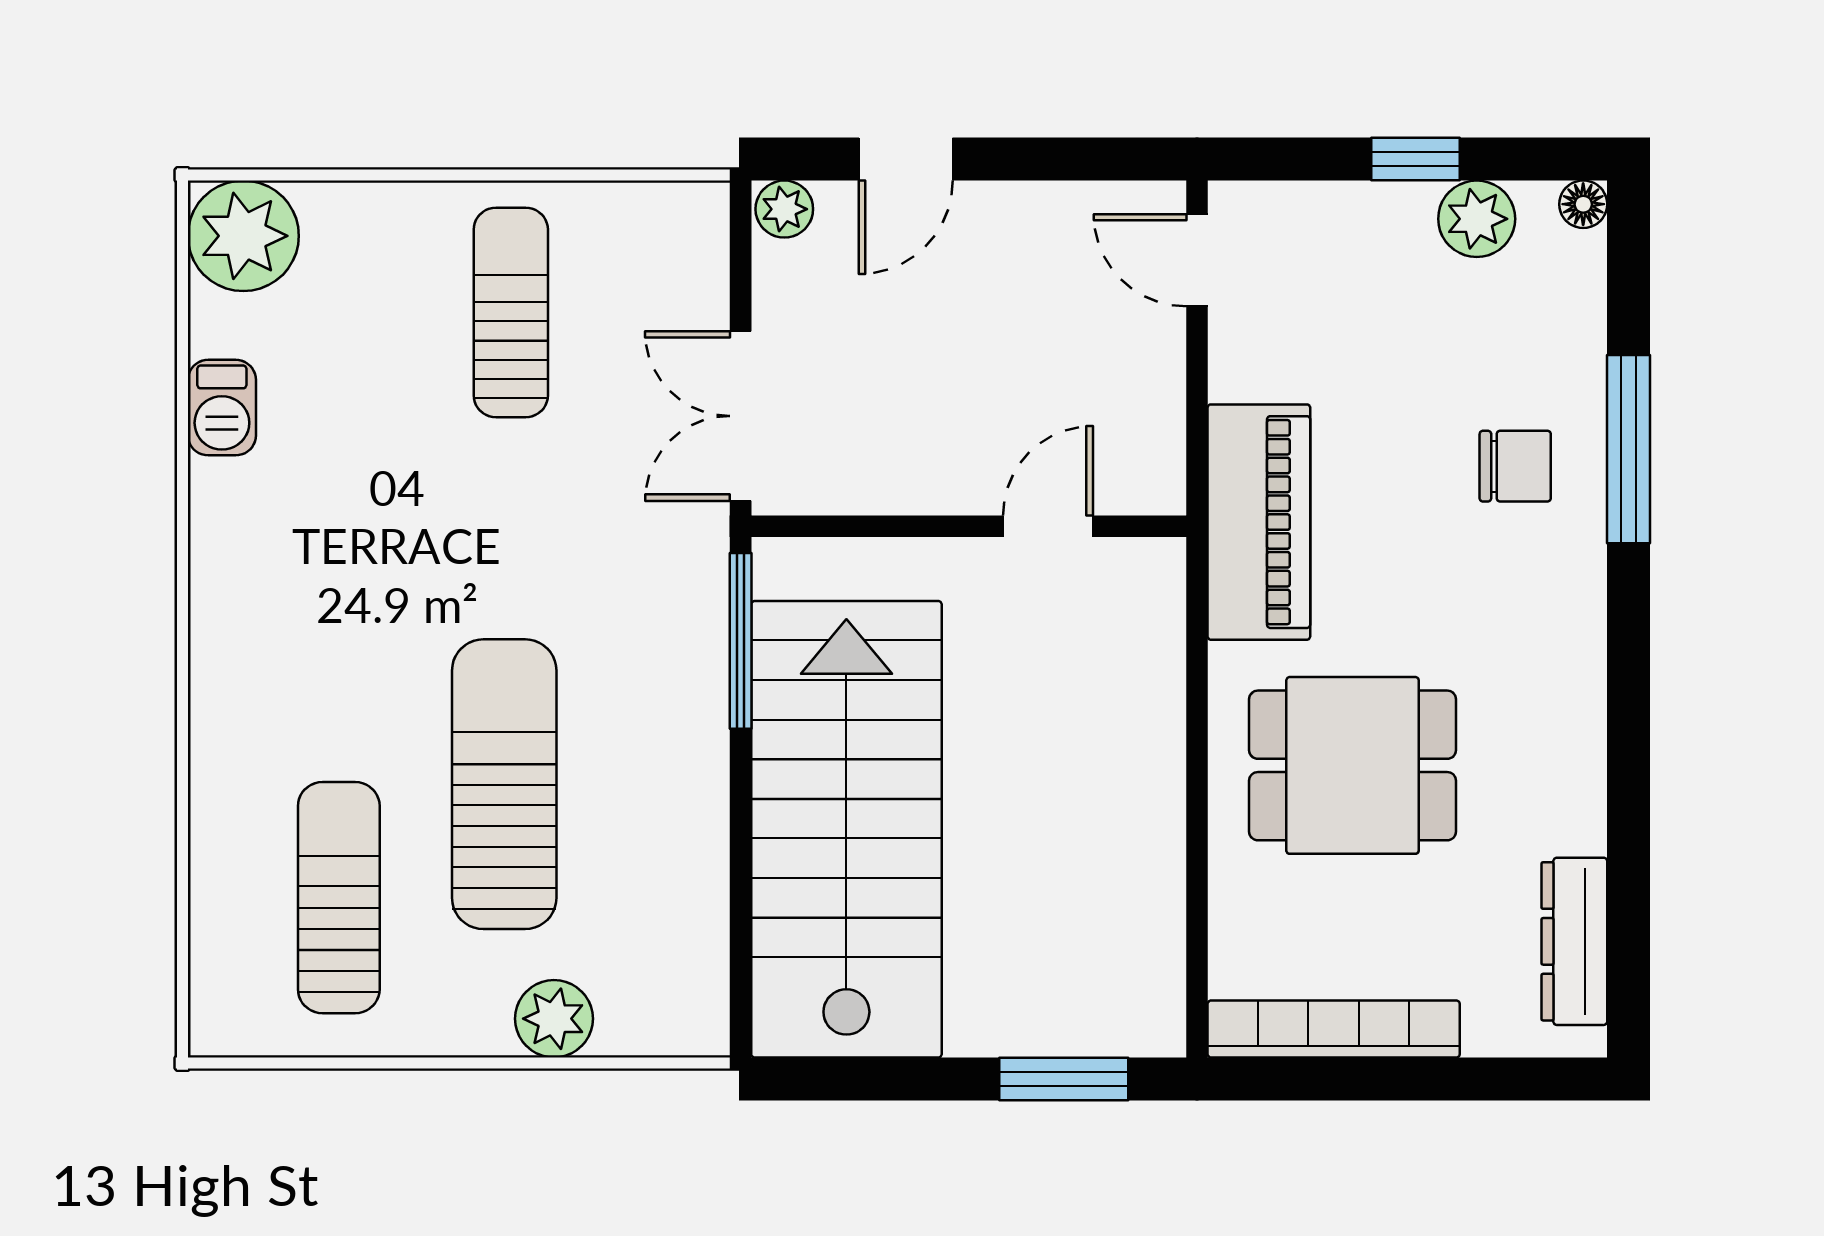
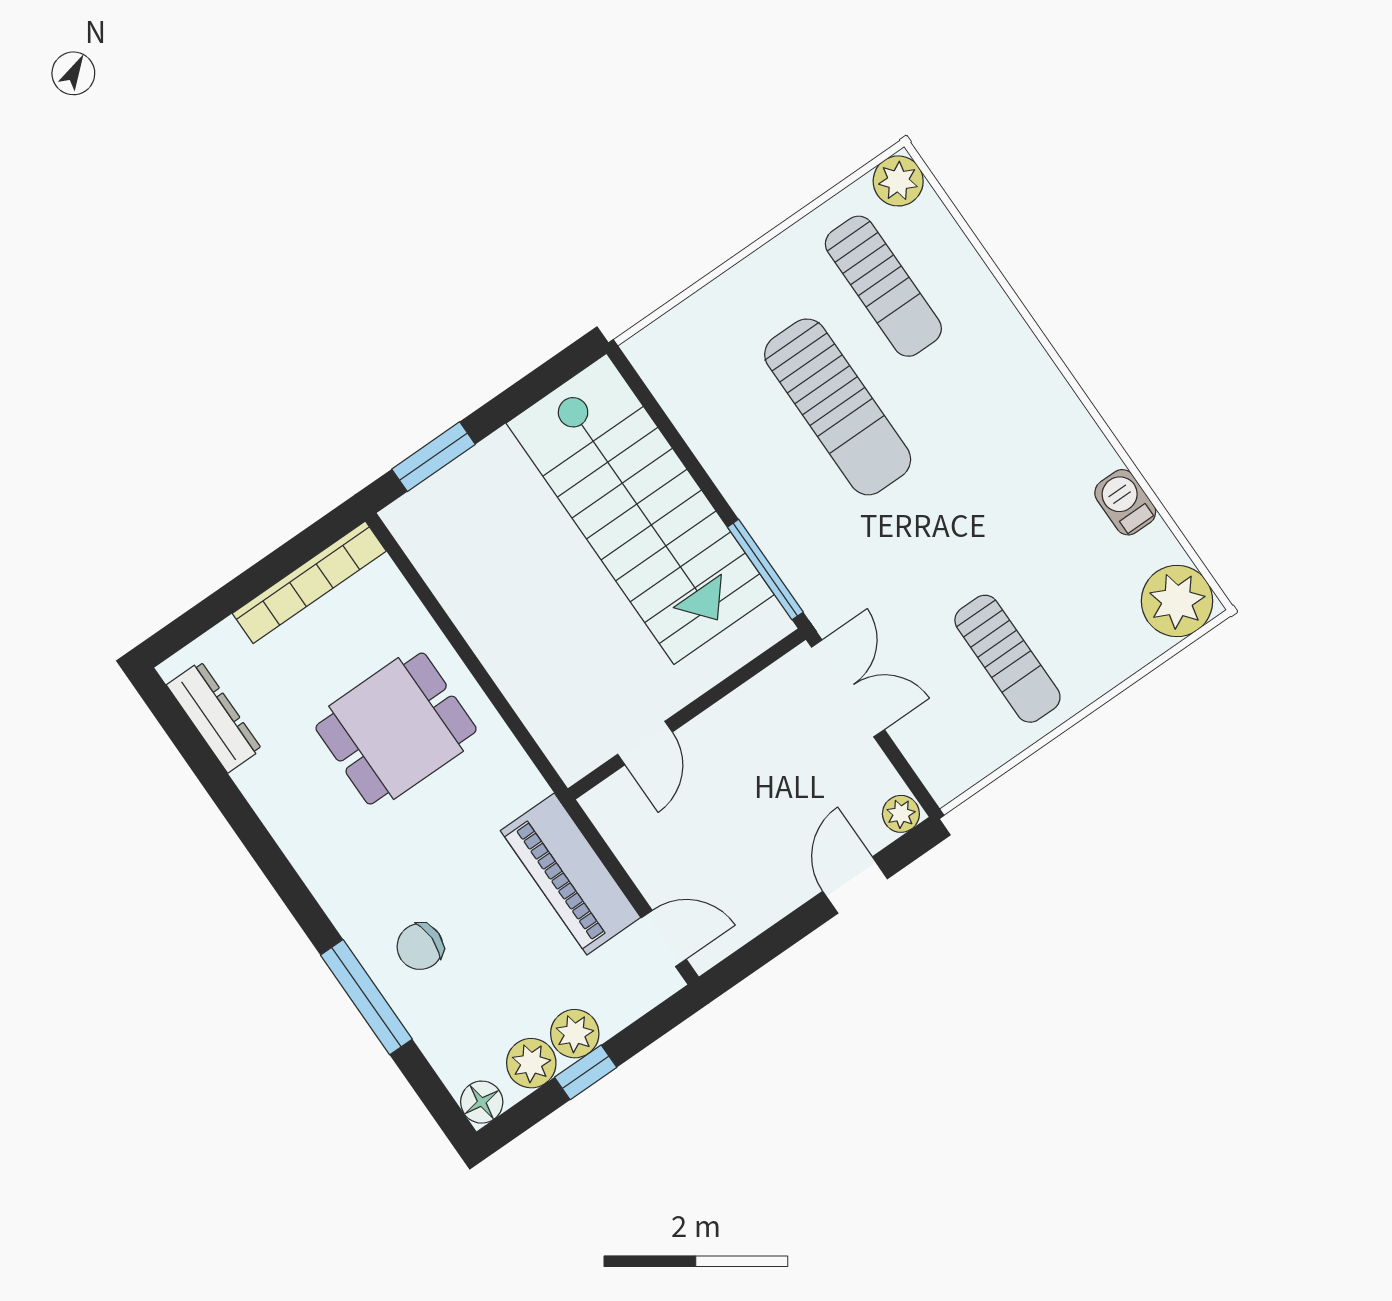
floor lamp: (1583, 204) -> (482, 1102), width x1.37, depth x1.37
plant: (1395, 218) -> (575, 1034), added
piano: (1259, 522) -> (571, 874), moved
plant: (554, 1019) -> (898, 181), moved

